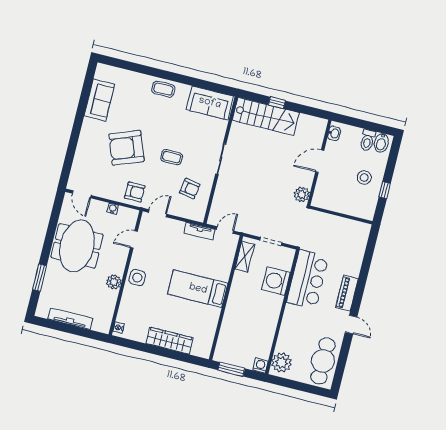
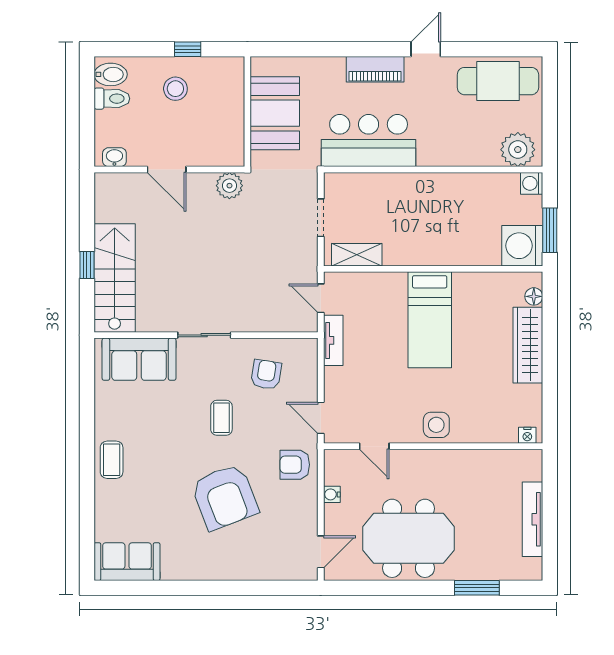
sofa: (99, 100) -> (127, 562), moved
sofa: (210, 103) -> (139, 359), moved, turned 90
armchair: (135, 192) -> (295, 465), turned -90
booth: (336, 230) -> (275, 113), added
washing machine: (276, 281) -> (522, 246), moved, turned 90
plant: (114, 282) -> (453, 462), removed
floor lamp: (196, 351) -> (534, 296), added

